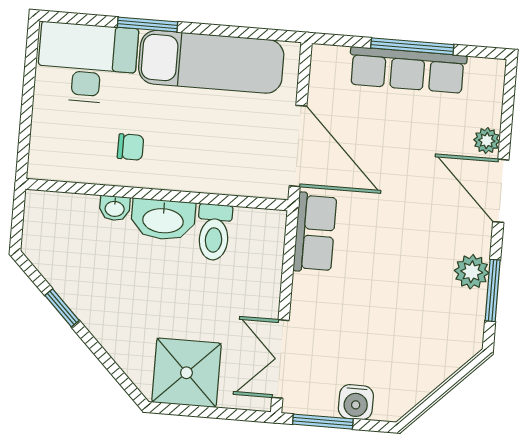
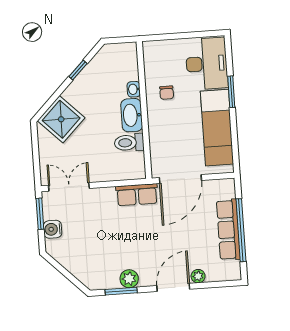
window: (412, 46) -> (241, 230), width x1.46
shower: (186, 373) -> (61, 119), moved, turned 45

